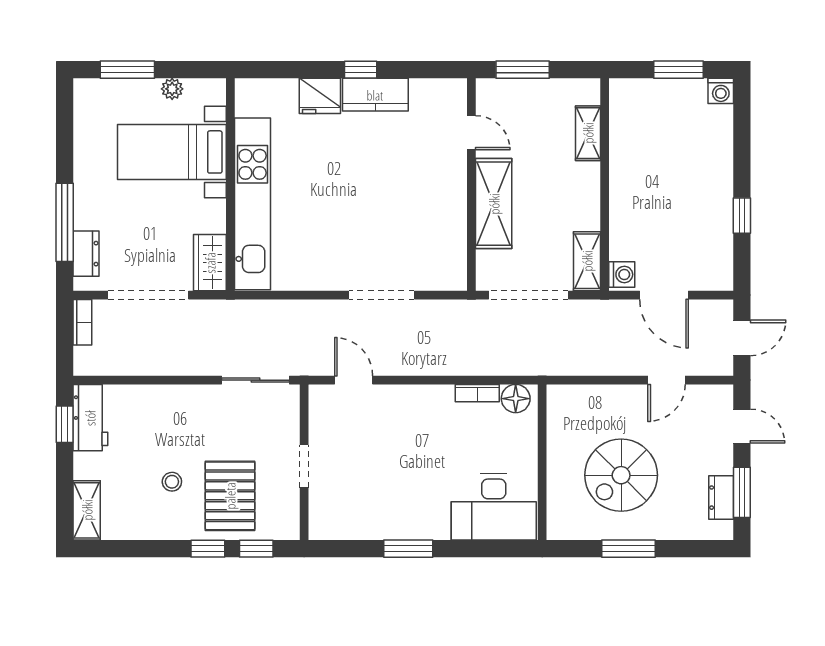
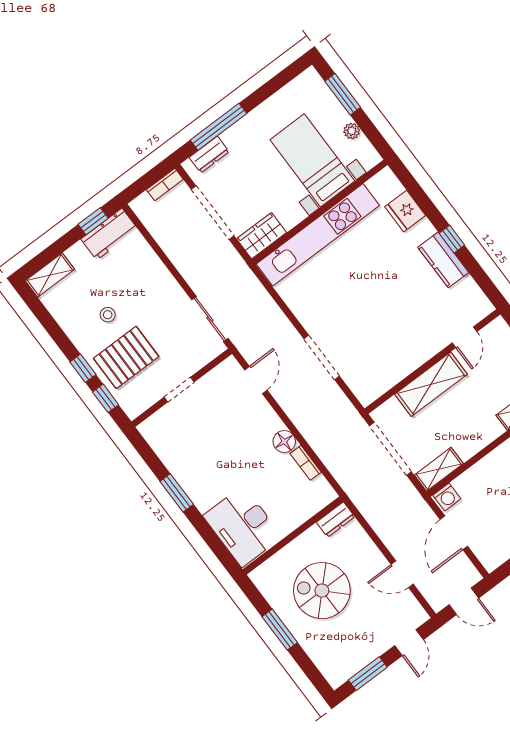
fridge: (320, 96) -> (405, 211), moved
floor lamp: (516, 399) -> (284, 442), moved
dresser: (721, 498) -> (336, 520), moved, turned 180

